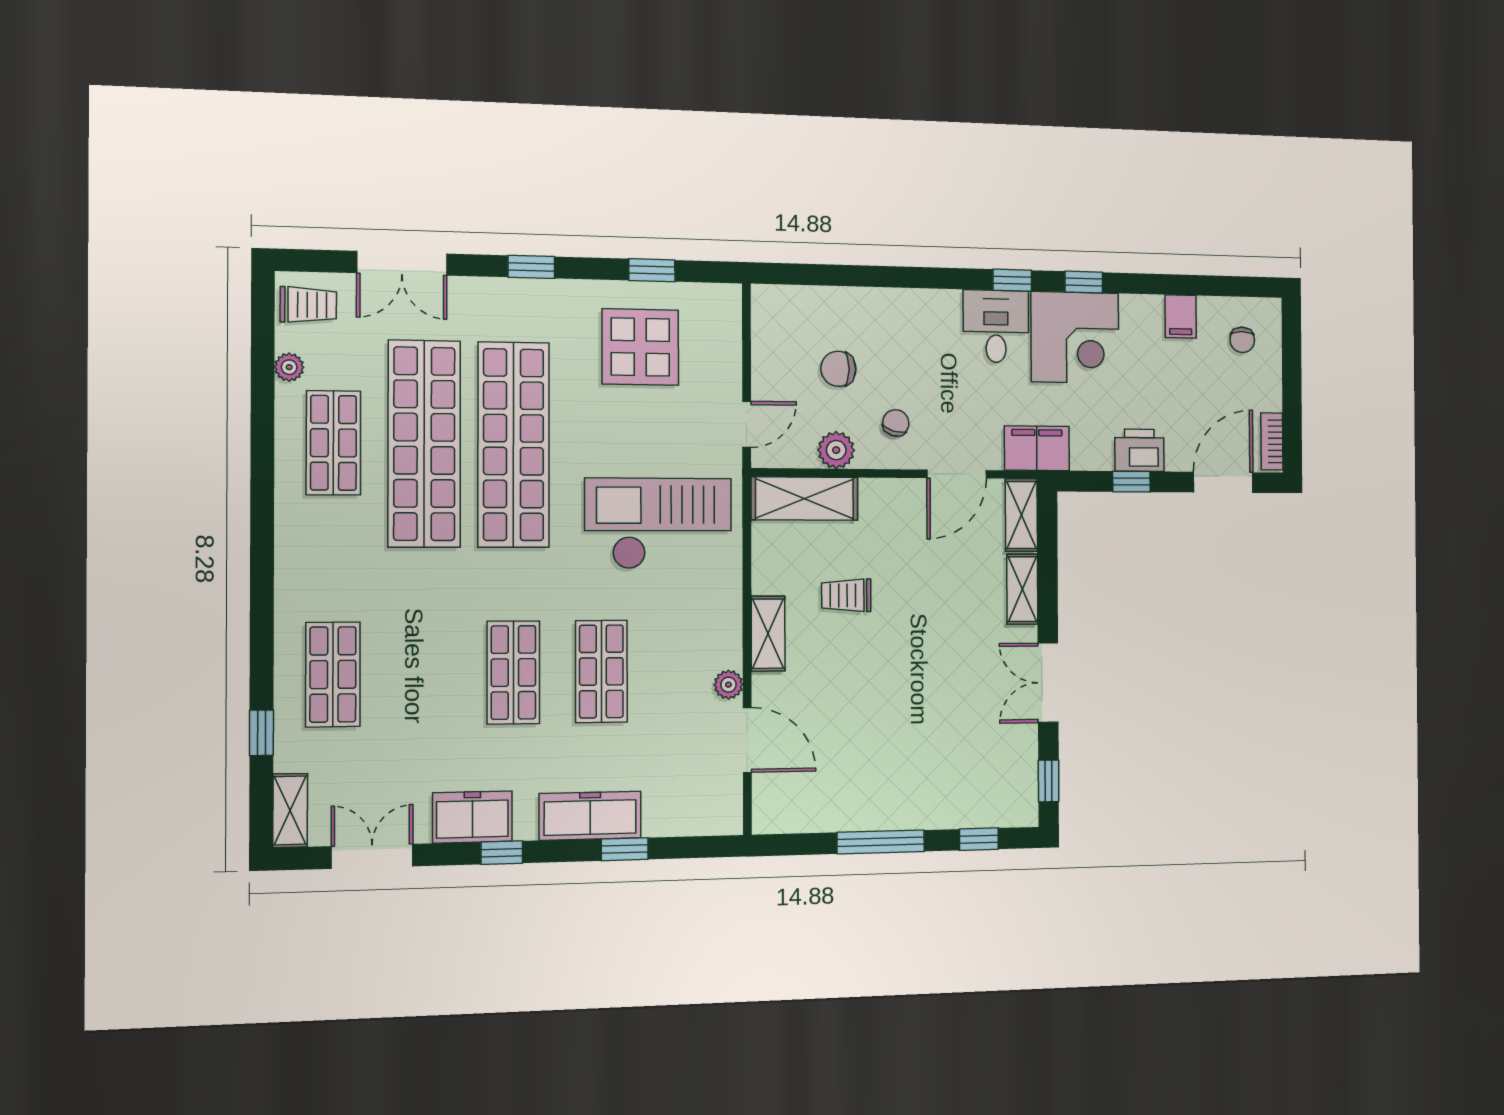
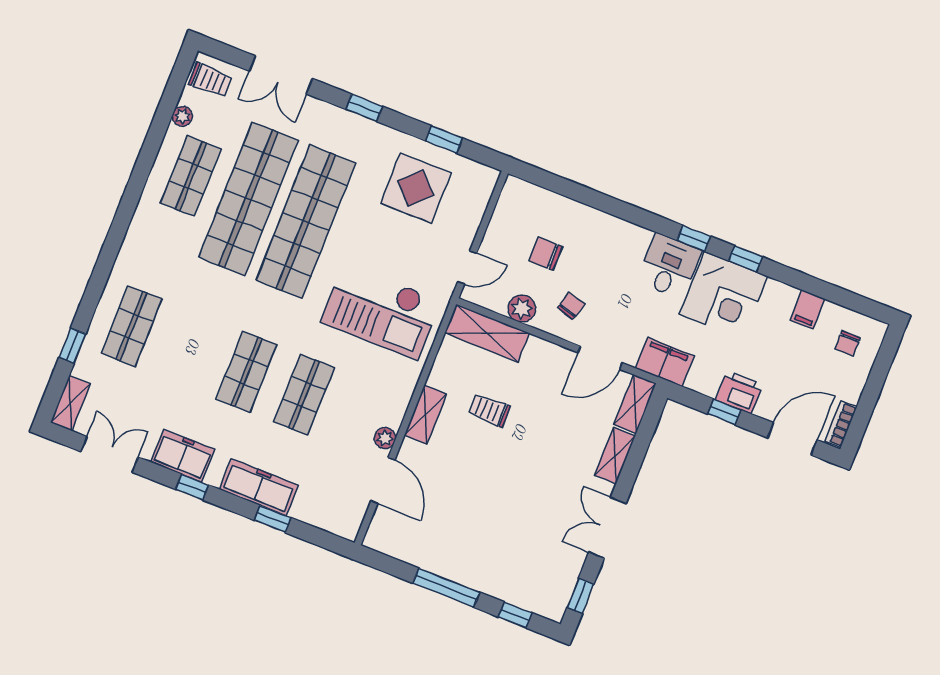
checkout: (658, 524) -> (381, 311), turned 180

